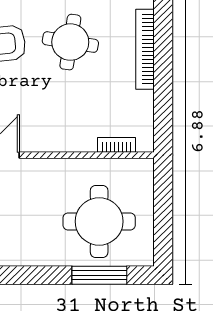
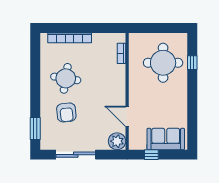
window: (99, 275) -> (192, 63), width x0.46

